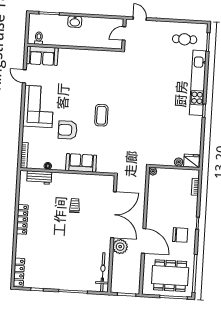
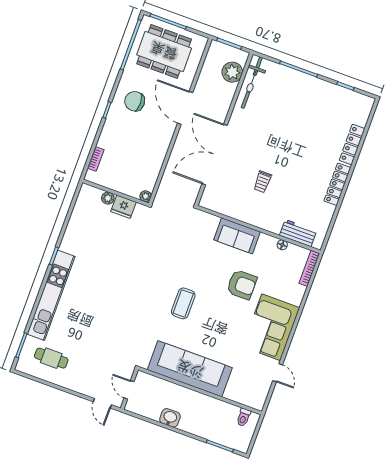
washbasin: (75, 22) -> (170, 418), moved
door: (124, 33) -> (129, 390), swing flipped
sofa: (42, 56) -> (190, 369), moved, width x1.85, depth x1.27
coffee table: (101, 115) -> (183, 303), moved
fridge: (192, 161) -> (124, 207), moved
plant: (120, 247) -> (232, 72), moved
locker: (19, 272) -> (352, 145), moved

